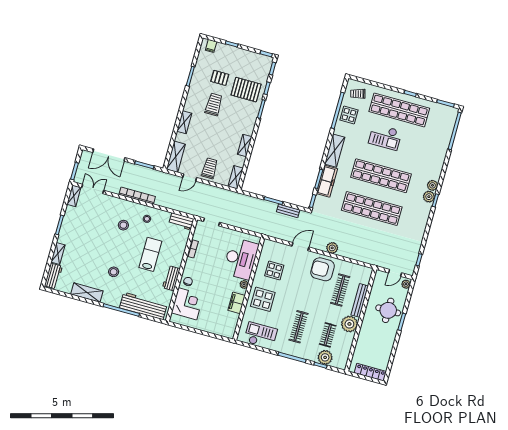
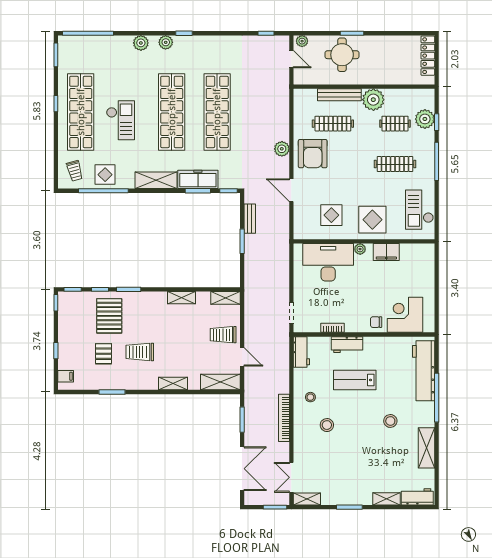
plant: (429, 197) -> (141, 43), moved
workbench: (171, 278) -> (347, 345), moved

